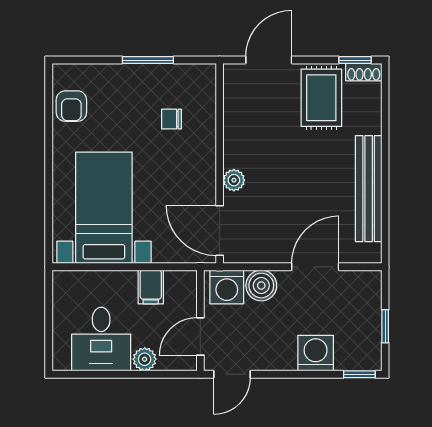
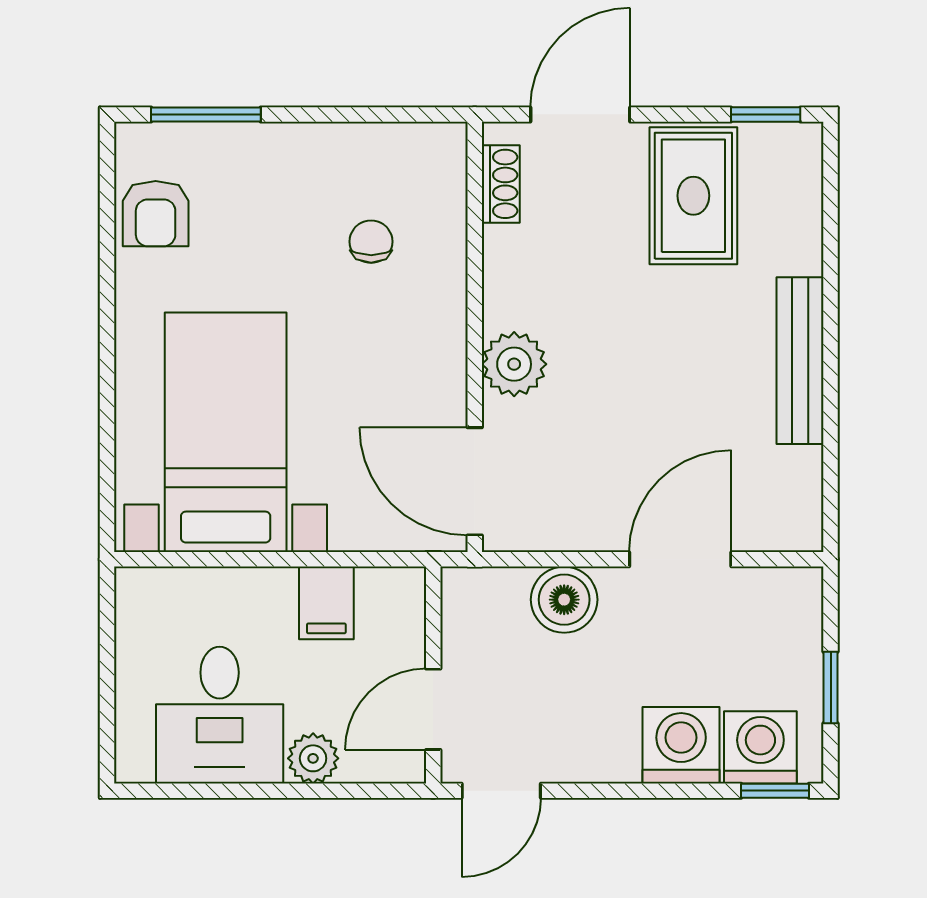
window: (148, 60) -> (206, 114), moved
shoe rack: (364, 72) -> (501, 184), moved, turned -90
chair: (171, 119) -> (371, 242), turned 90
plant: (234, 180) -> (514, 364), width x1.38, depth x1.38
bench: (369, 189) -> (800, 361), width x0.73, depth x0.82
washing machine: (227, 287) -> (760, 747), moved, turned 180

